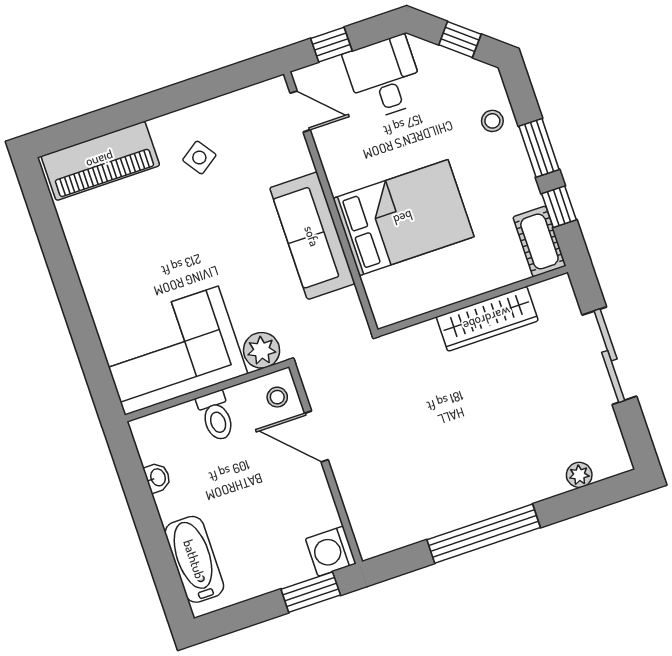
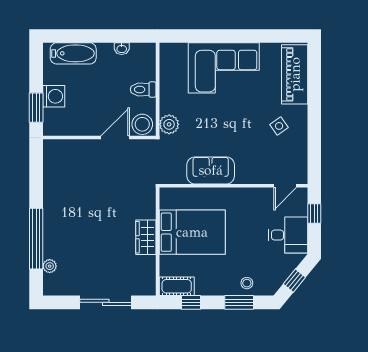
window: (539, 148) -> (239, 302), moved
bed: (403, 218) -> (192, 232), moved, turned -90
sofa: (312, 236) -> (211, 170), width x0.73
wardrobe: (487, 319) -> (146, 237), width x0.67
corner sofa: (171, 351) -> (224, 68), moved, turned 90
stool: (277, 397) -> (142, 124), width x1.89, depth x1.89
window: (484, 534) -> (36, 239), moved
washing machine: (331, 551) -> (54, 96), moved, turned 90

